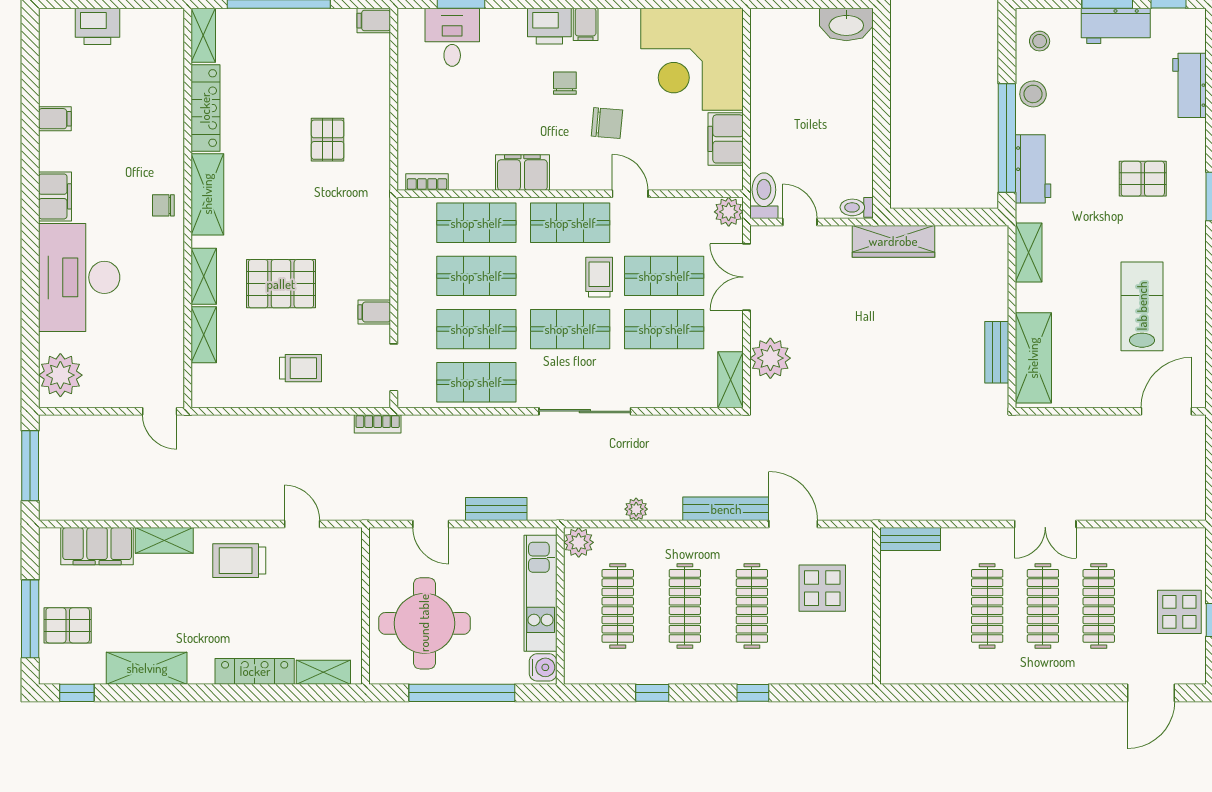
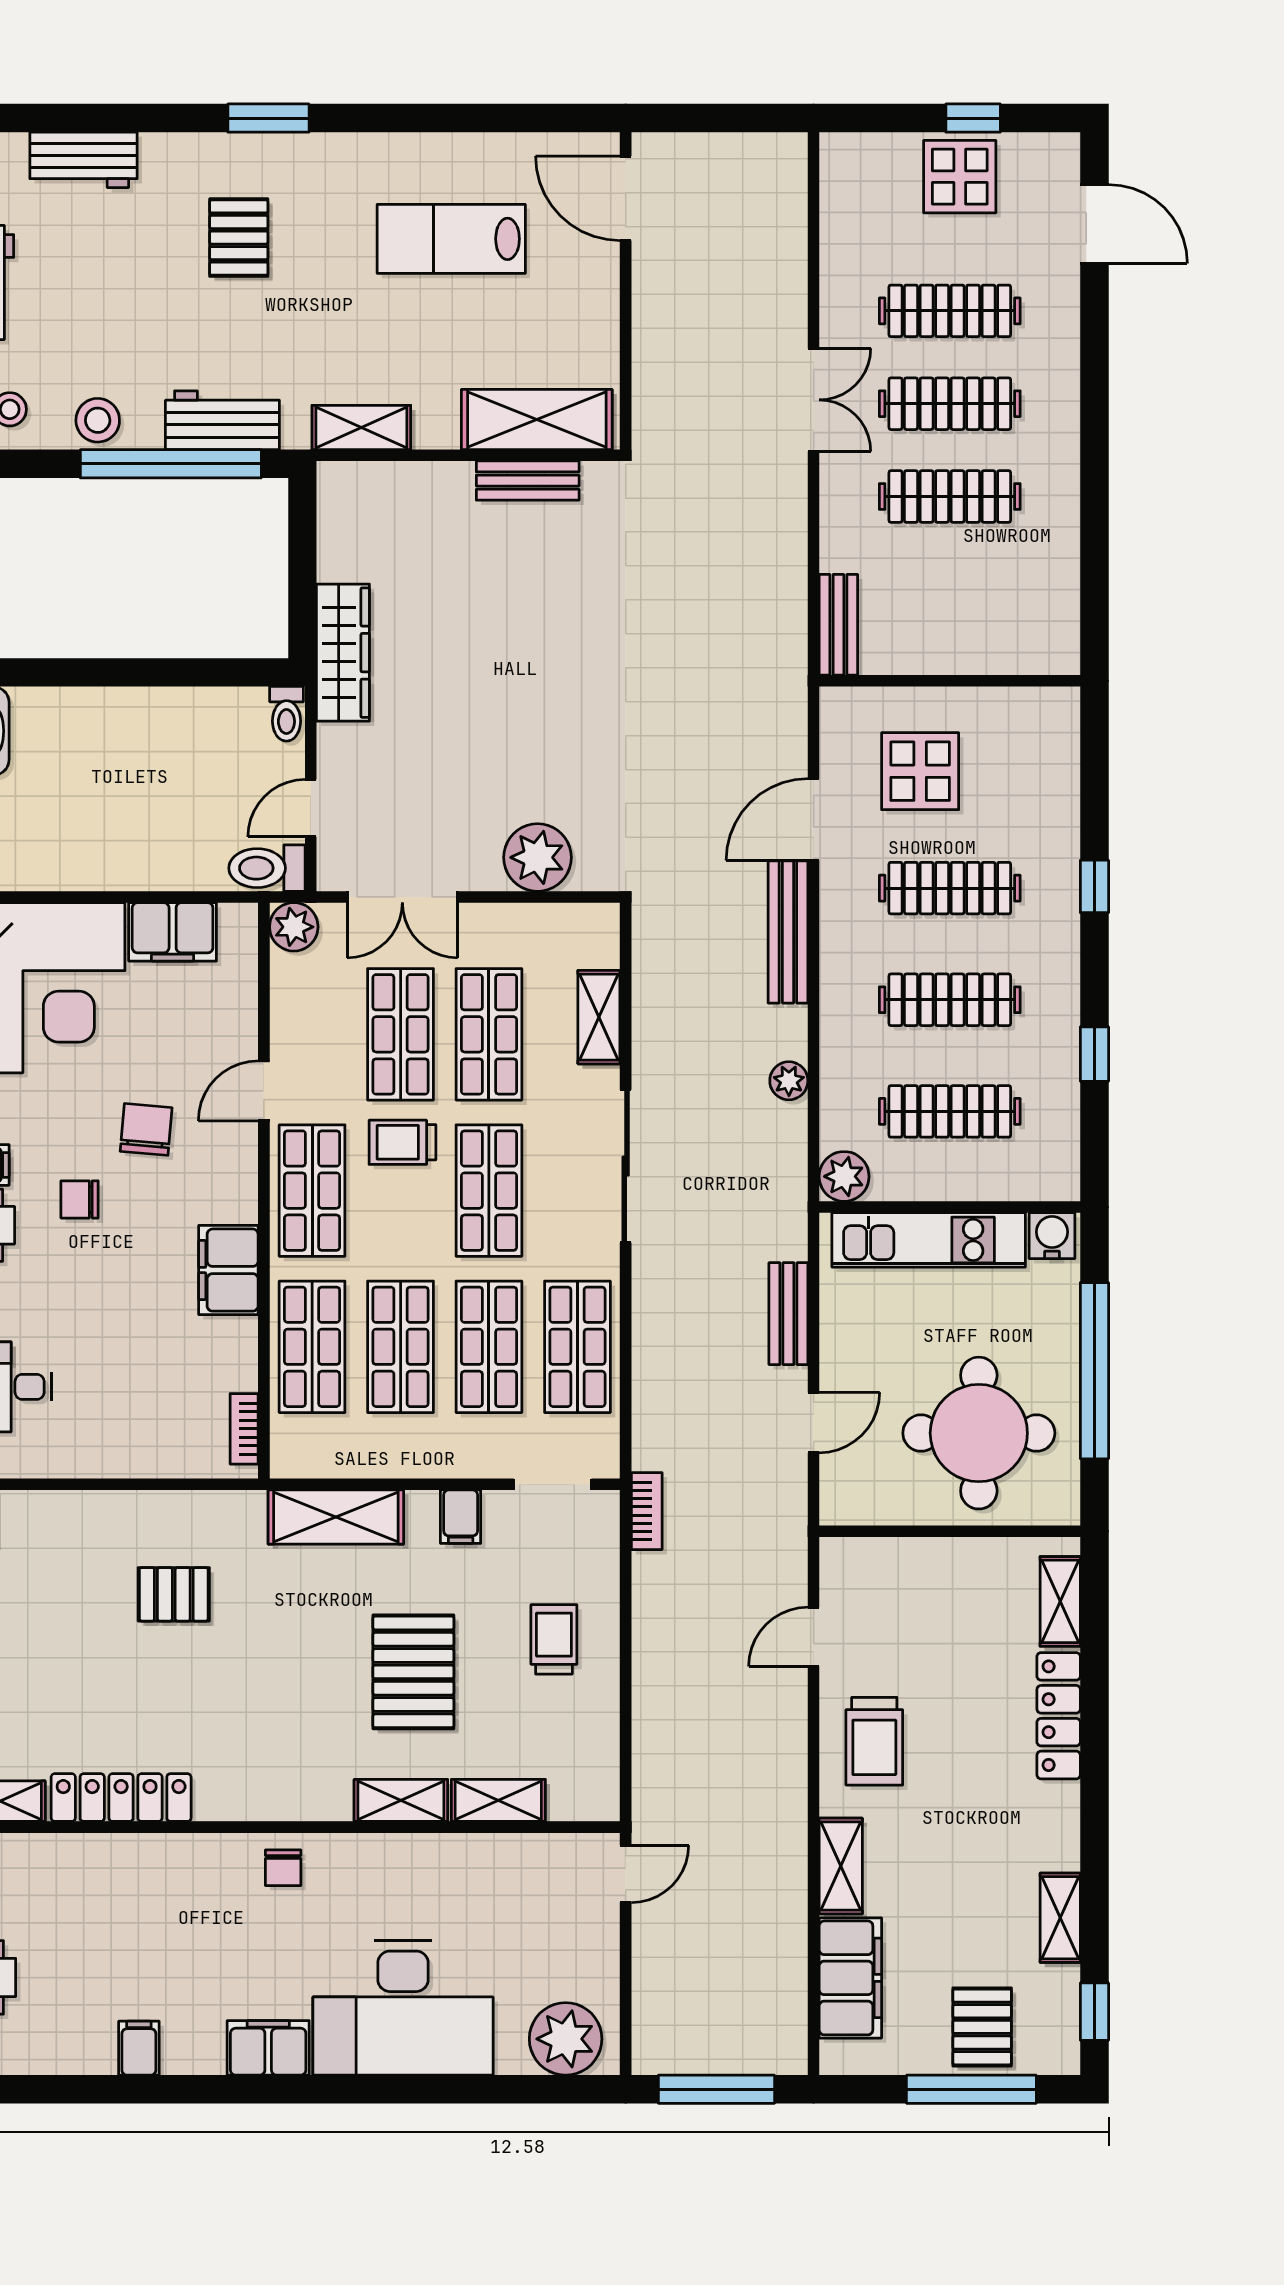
shelving: (207, 194) -> (336, 1517), moved
shelving: (731, 380) -> (599, 1017), moved, turned 90
shelving: (147, 668) -> (1060, 1918), width x0.67, depth x0.75

